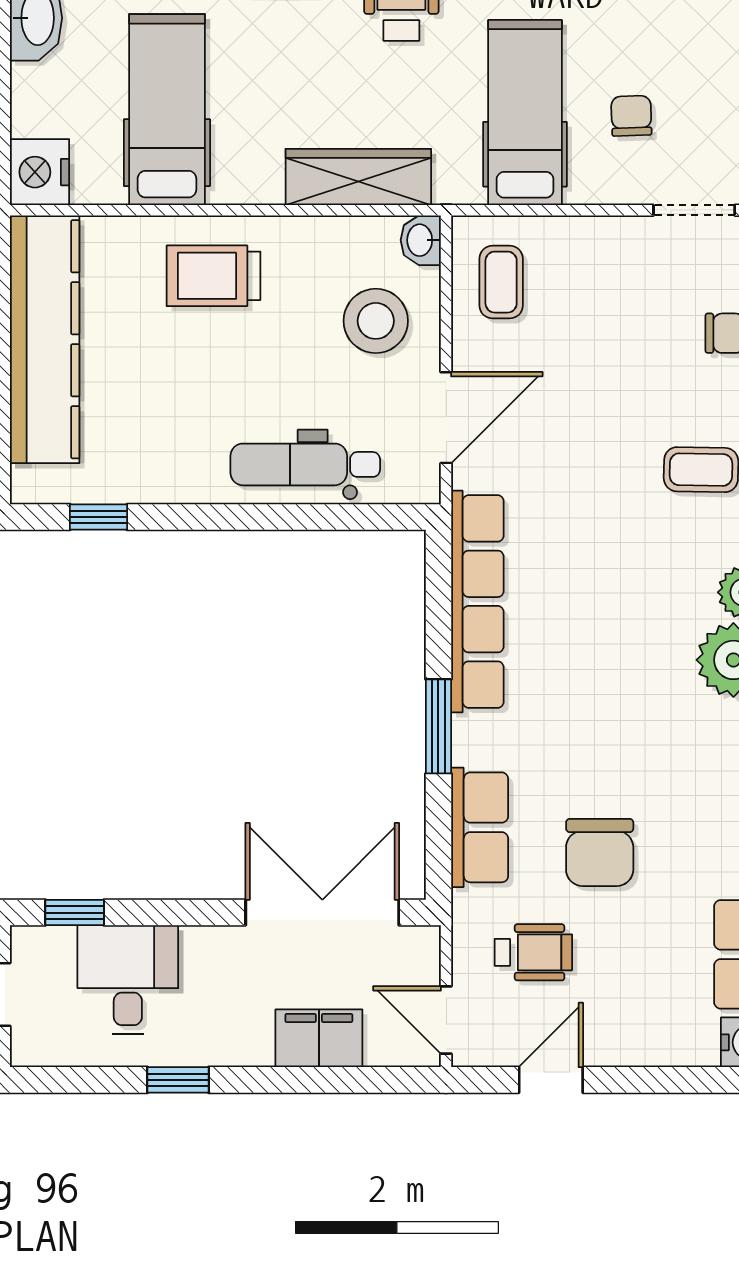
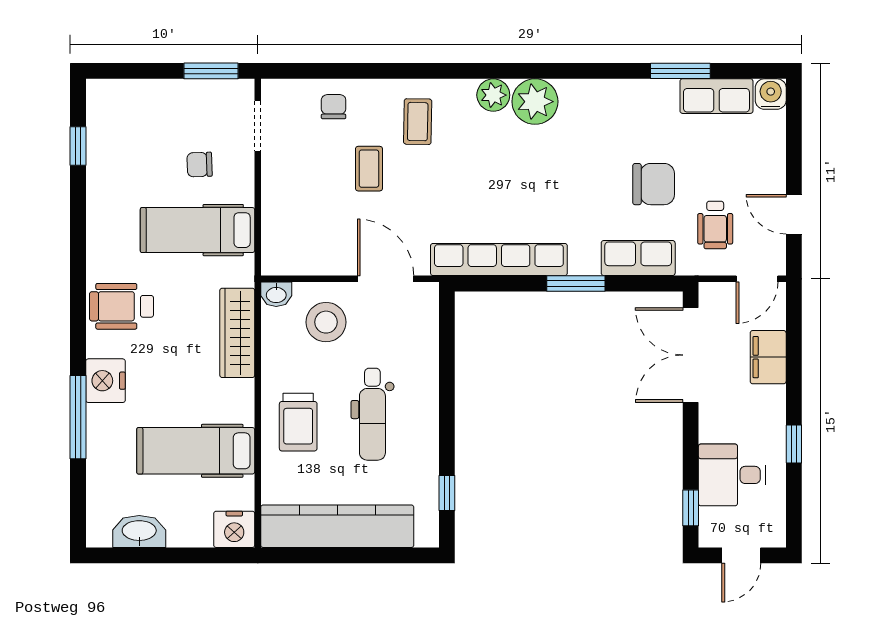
coffee table: (501, 282) -> (369, 169), moved, turned 90
dental chair: (305, 464) -> (372, 414), moved
wheelchair: (533, 952) -> (715, 225), turned 180

